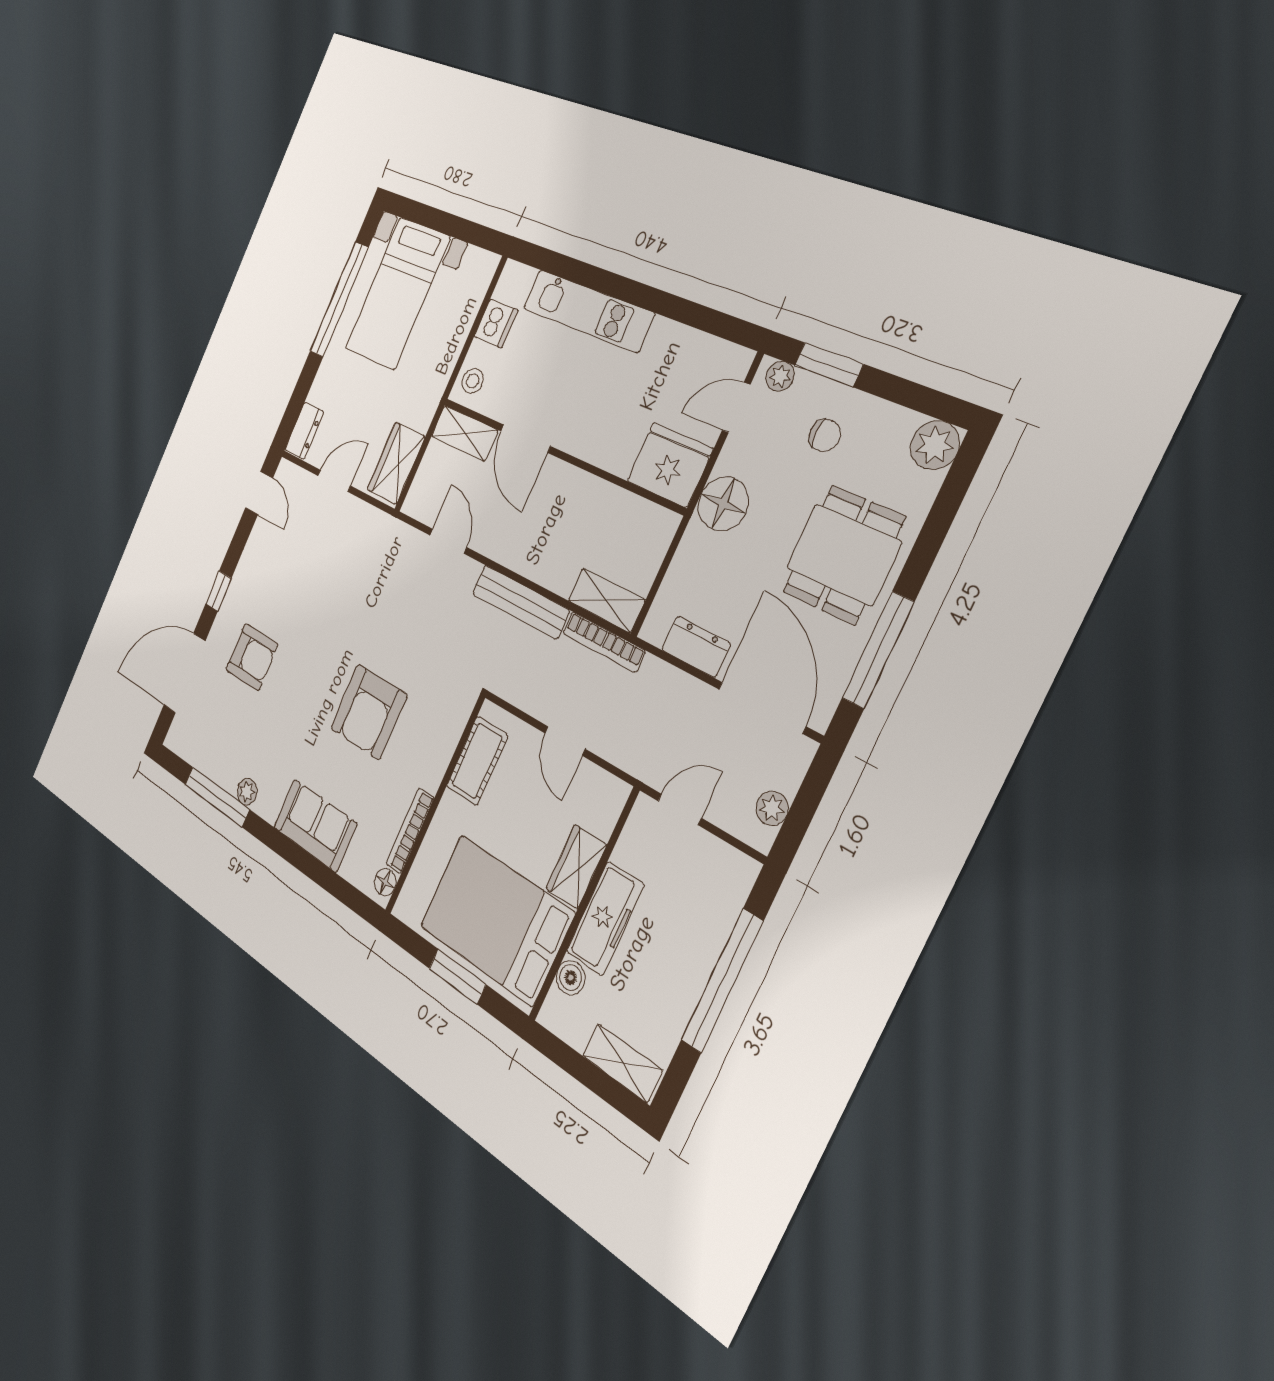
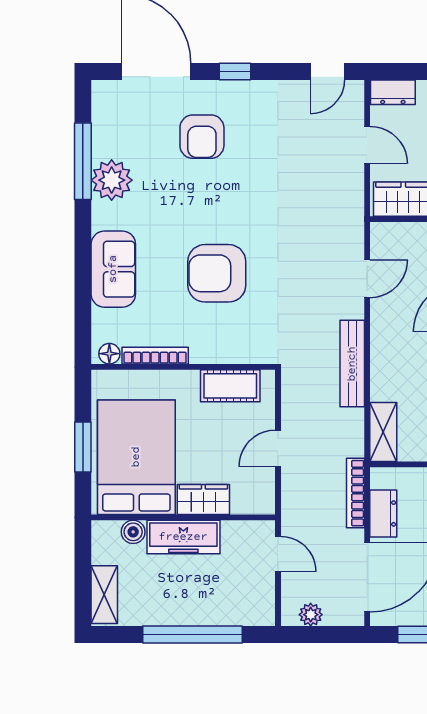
bookcase: (604, 642) -> (355, 493), moved
plant: (247, 792) -> (112, 180), width x1.87, depth x1.87

